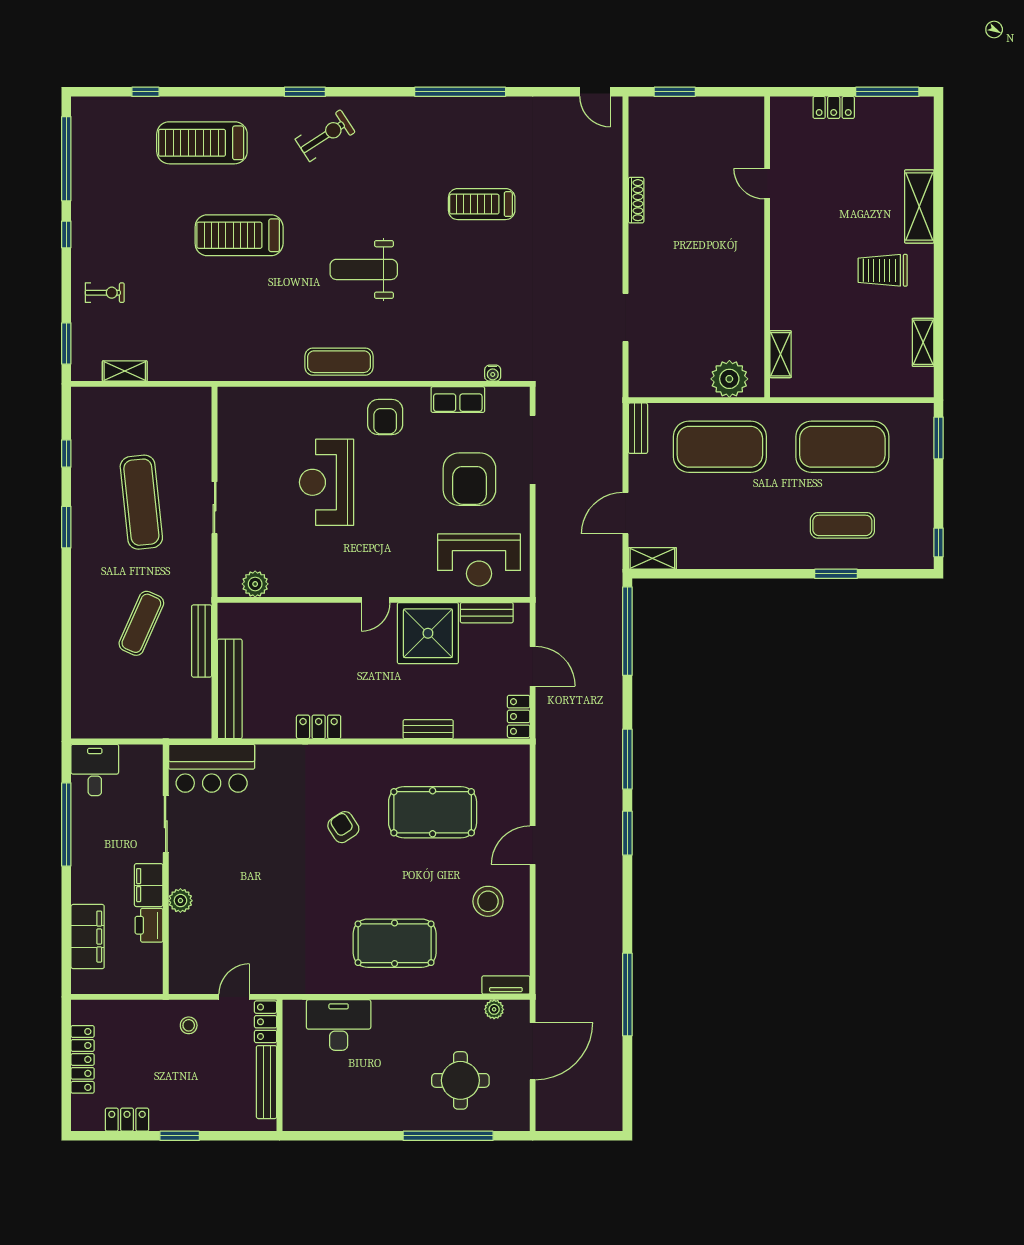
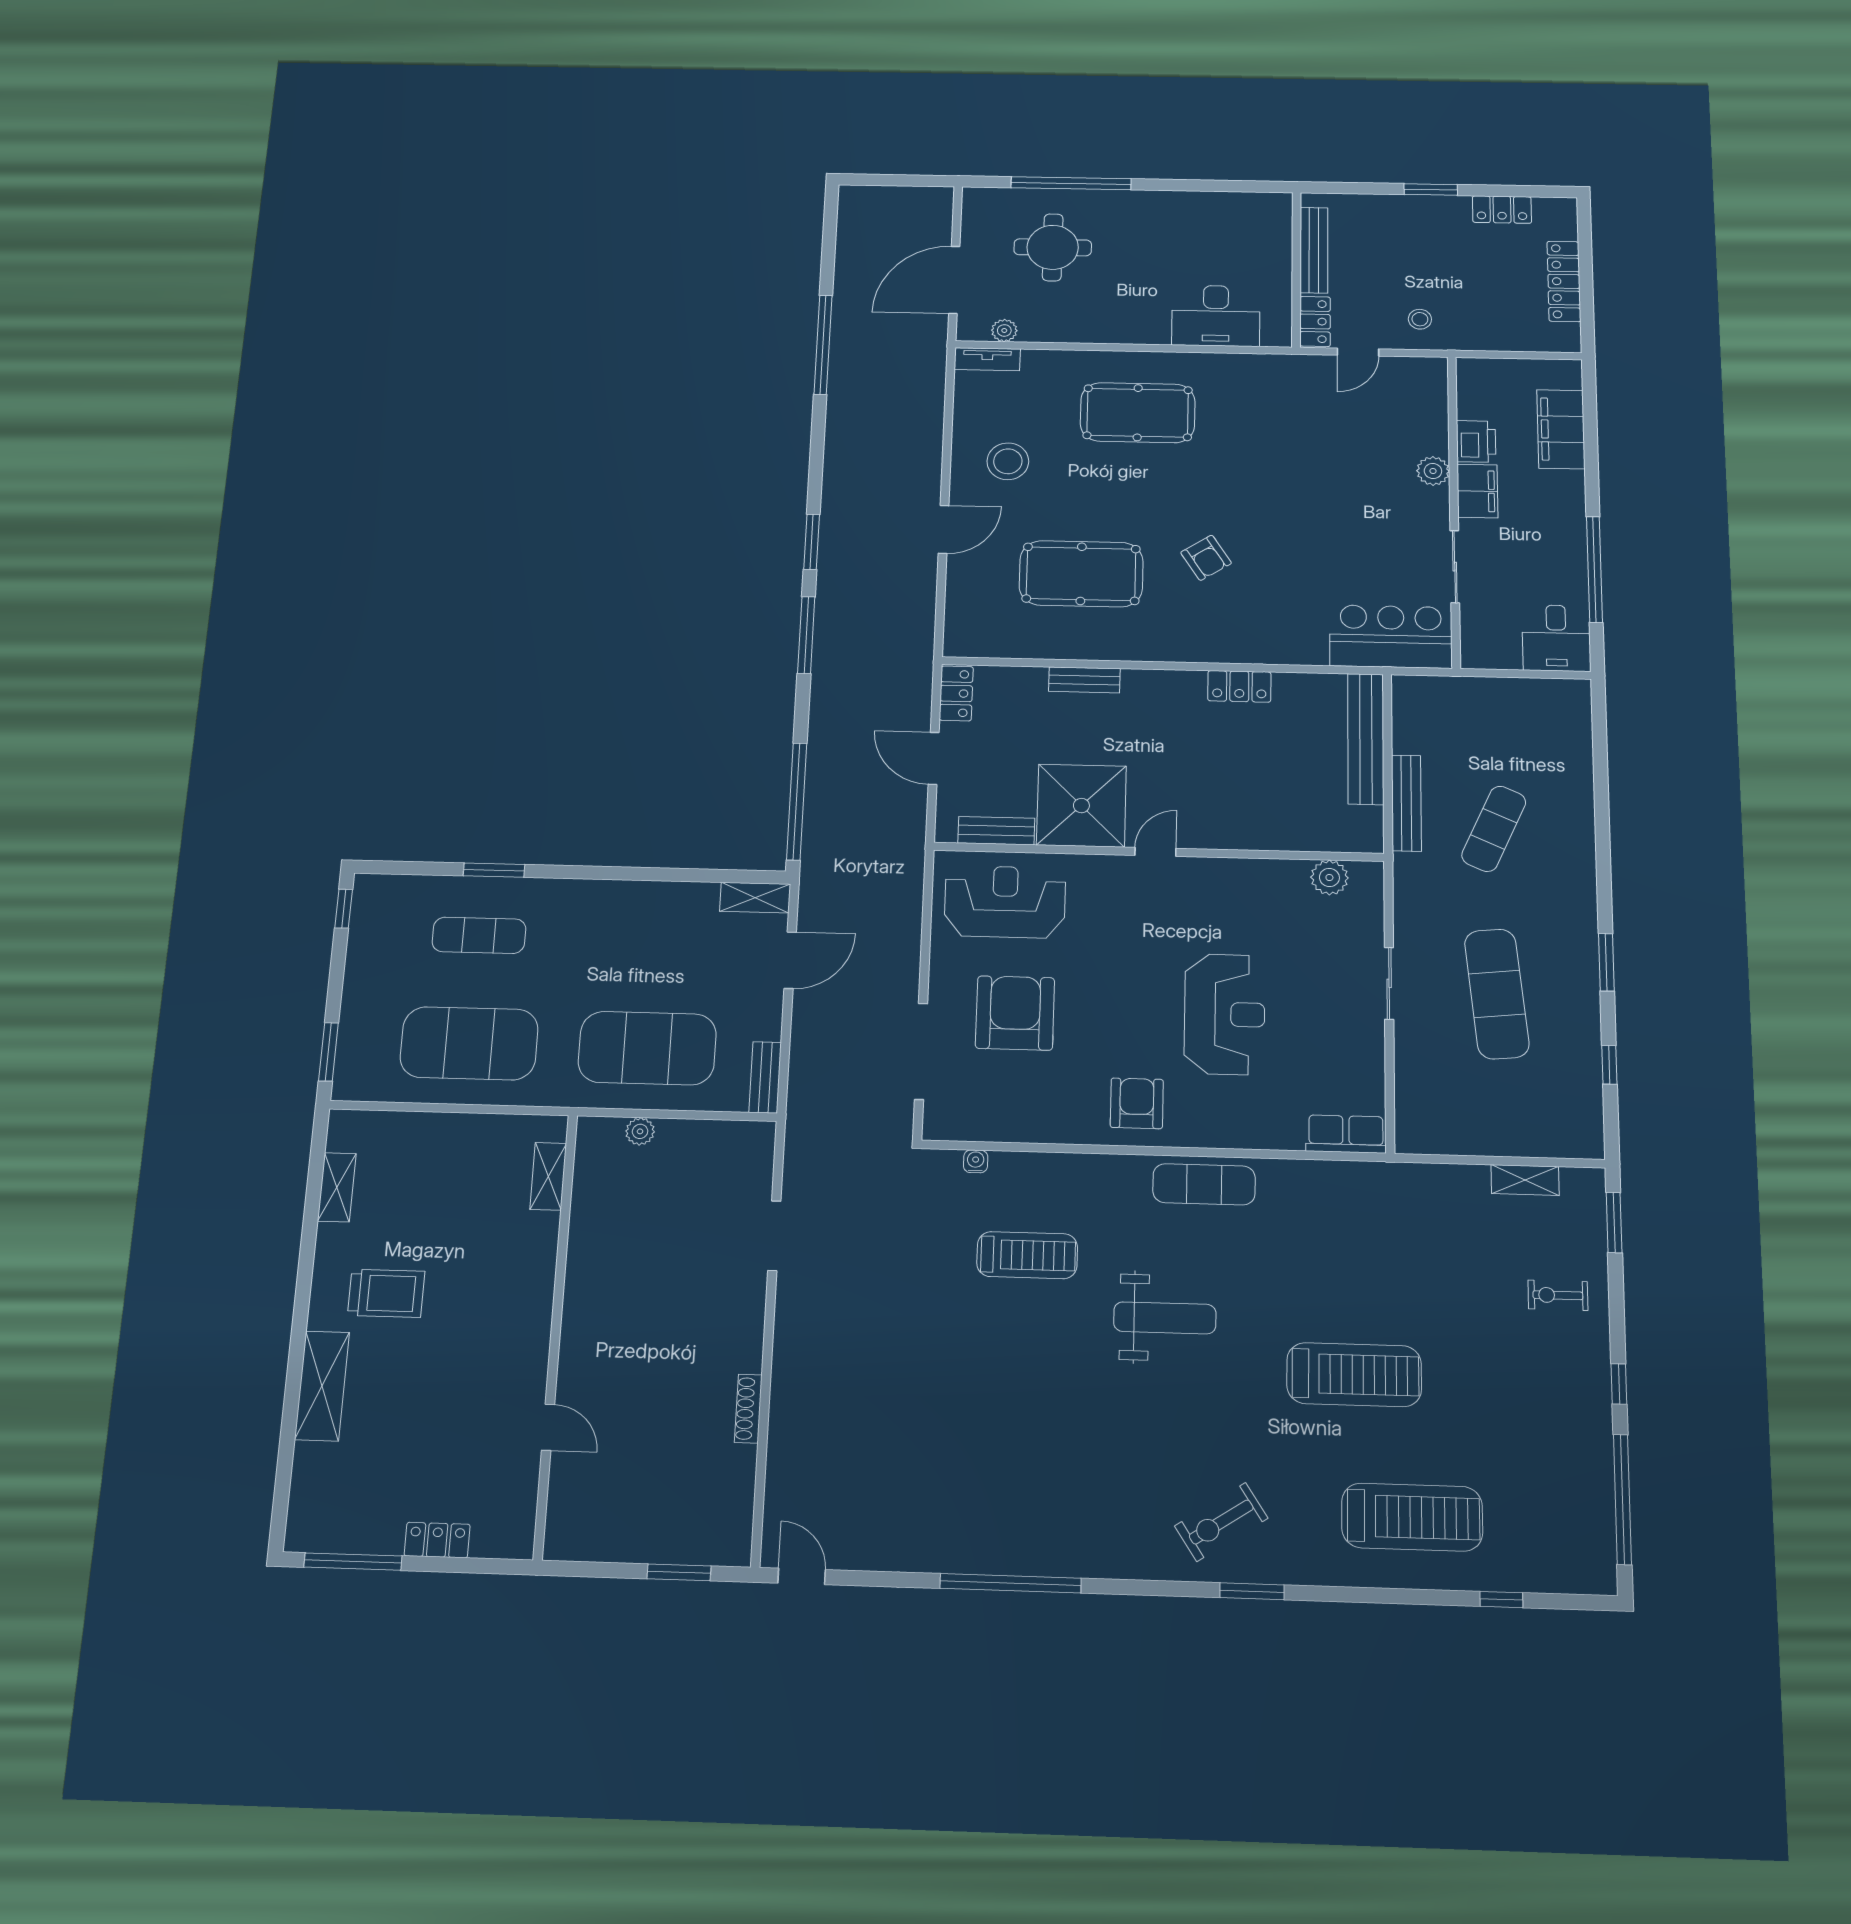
treadmill: (482, 204) -> (1027, 1255), moved
plant: (729, 379) -> (640, 1131), width x0.53, depth x0.53
row of seats: (458, 400) -> (1346, 1134), moved

